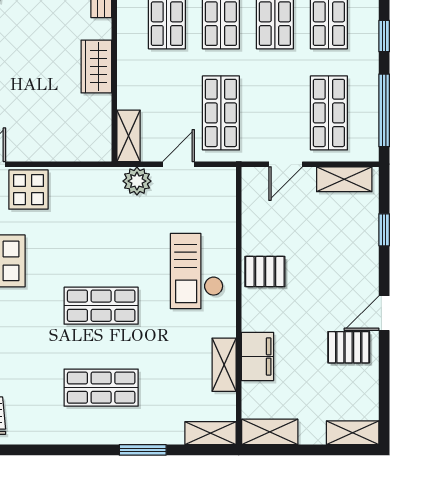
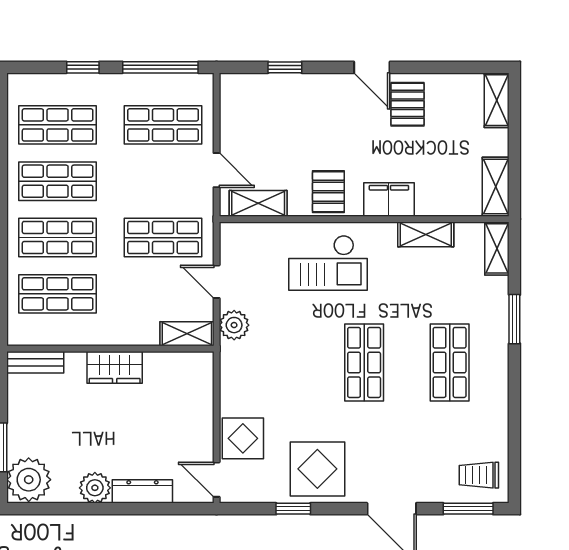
shelving: (344, 179) -> (258, 203), moved, turned 90
filing cabinet: (257, 356) -> (389, 199), moved

